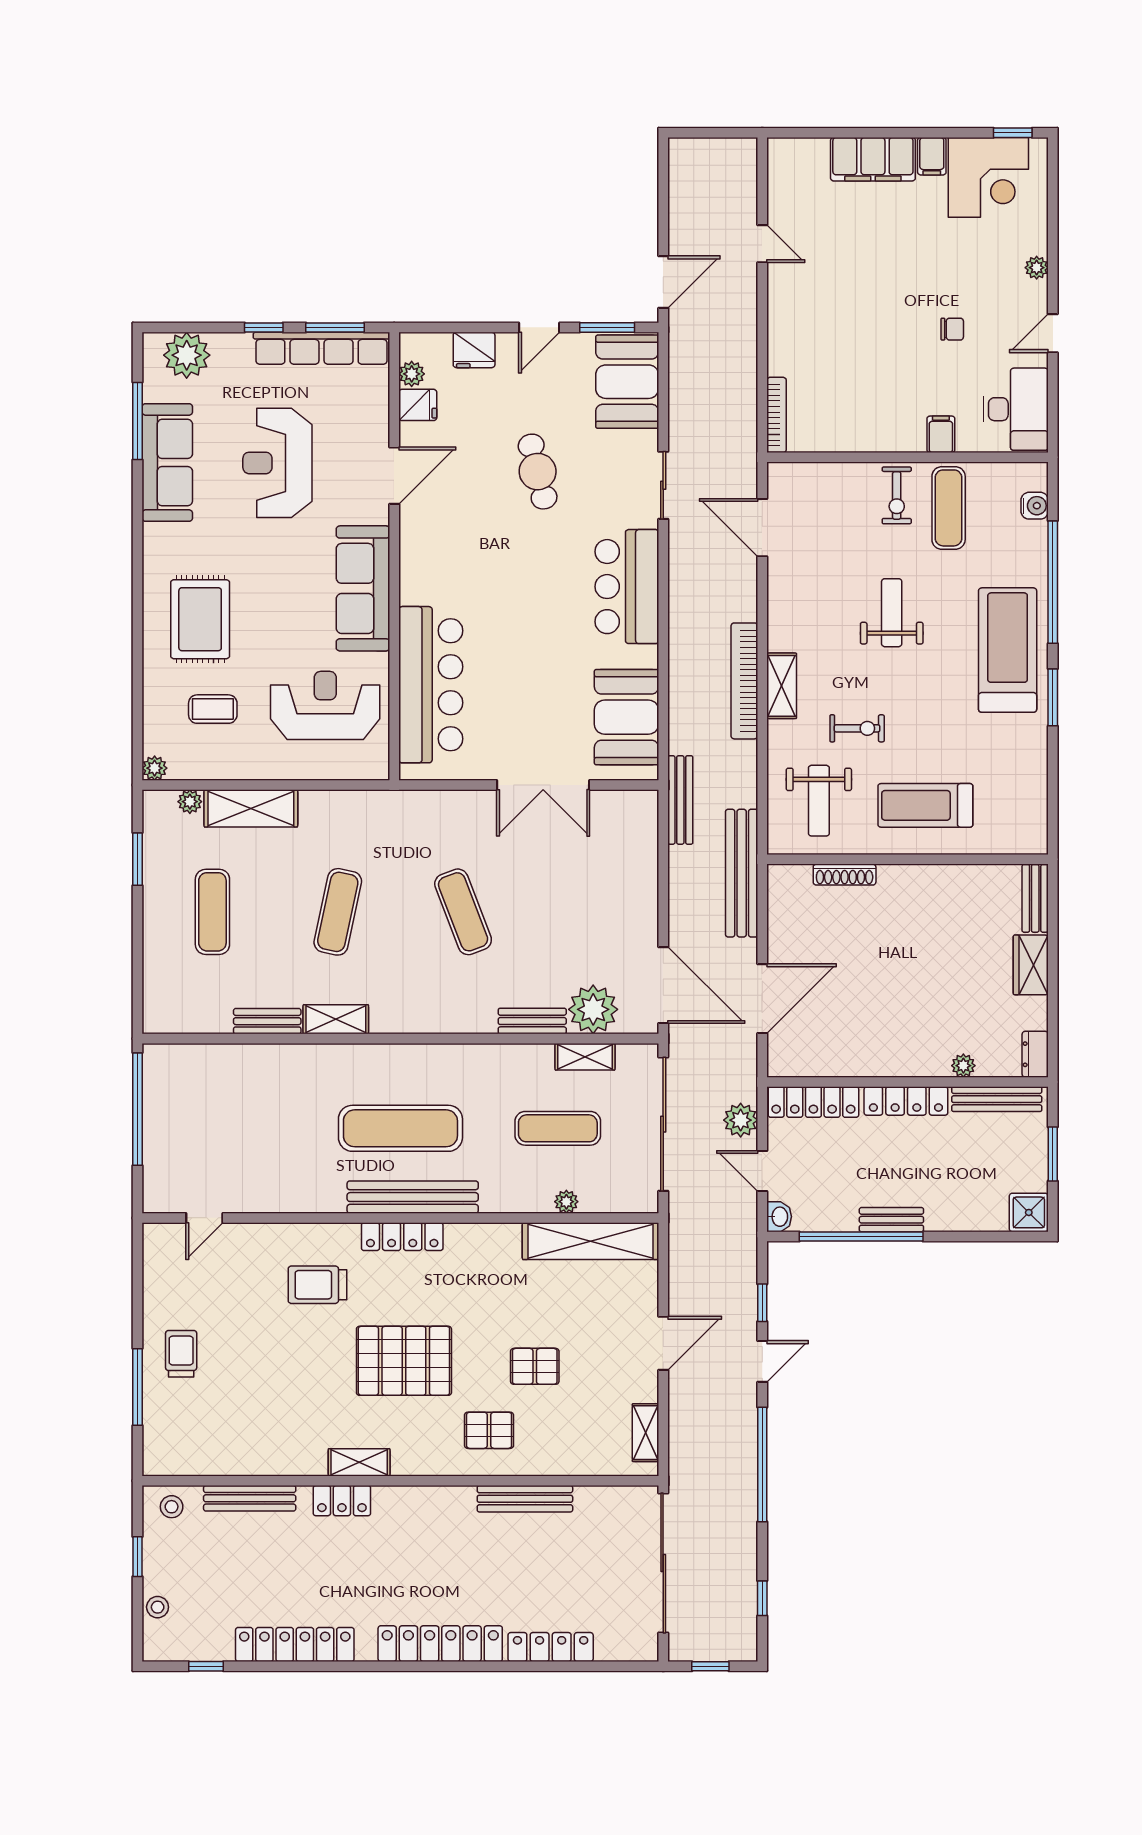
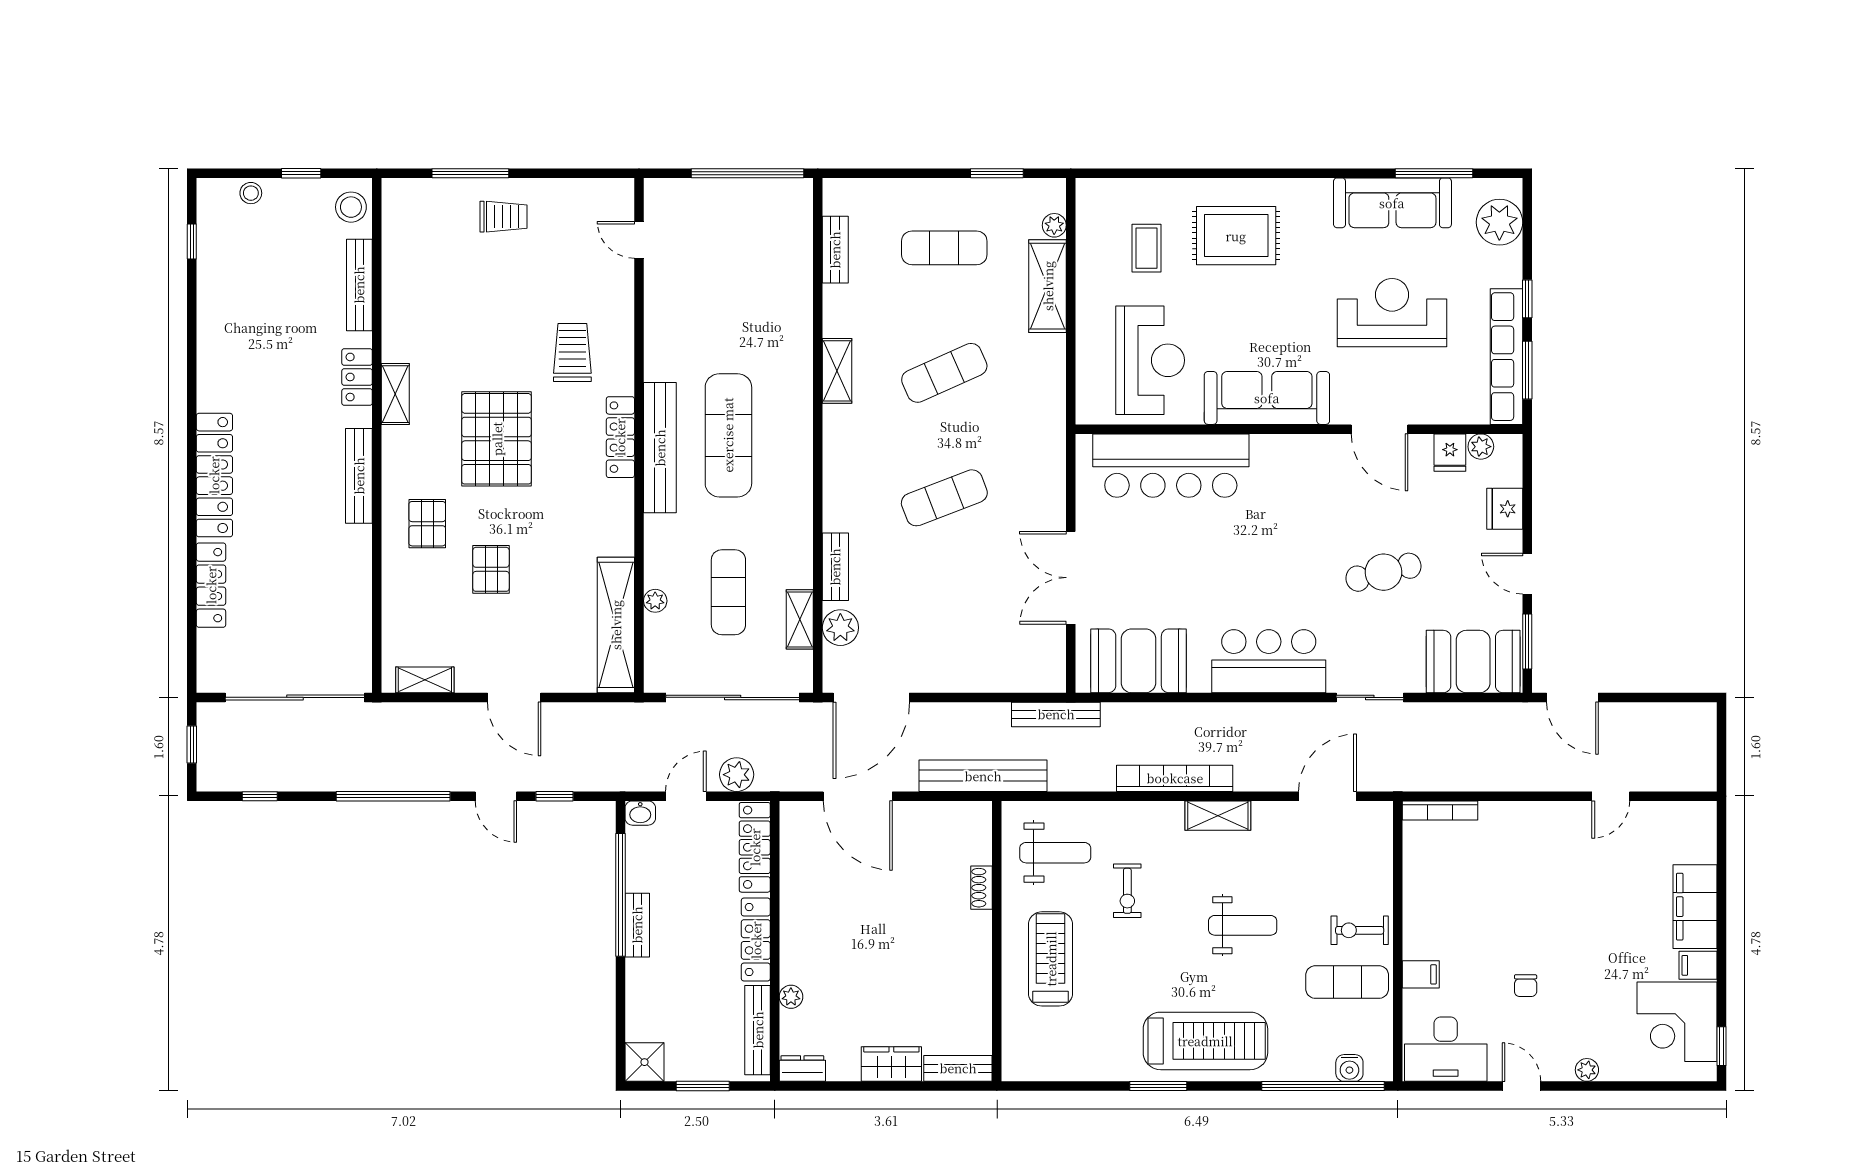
window: (1053, 582) -> (1323, 1086), moved
shelving: (782, 686) -> (1218, 816), moved
plant: (155, 768) -> (1088, 190), removed
weight bench: (819, 801) -> (1055, 853), turned 180
shoe rack: (845, 875) -> (982, 888), width x0.70
exercise mat: (338, 912) -> (944, 373), turned -36
plant: (593, 1009) -> (840, 628), width x0.73, depth x0.73
bench: (267, 1021) -> (835, 250), moved
bench: (525, 1499) -> (359, 476), moved
stool: (172, 1507) -> (351, 207), width x1.37, depth x1.37
locker: (295, 1645) -> (214, 330), removed

